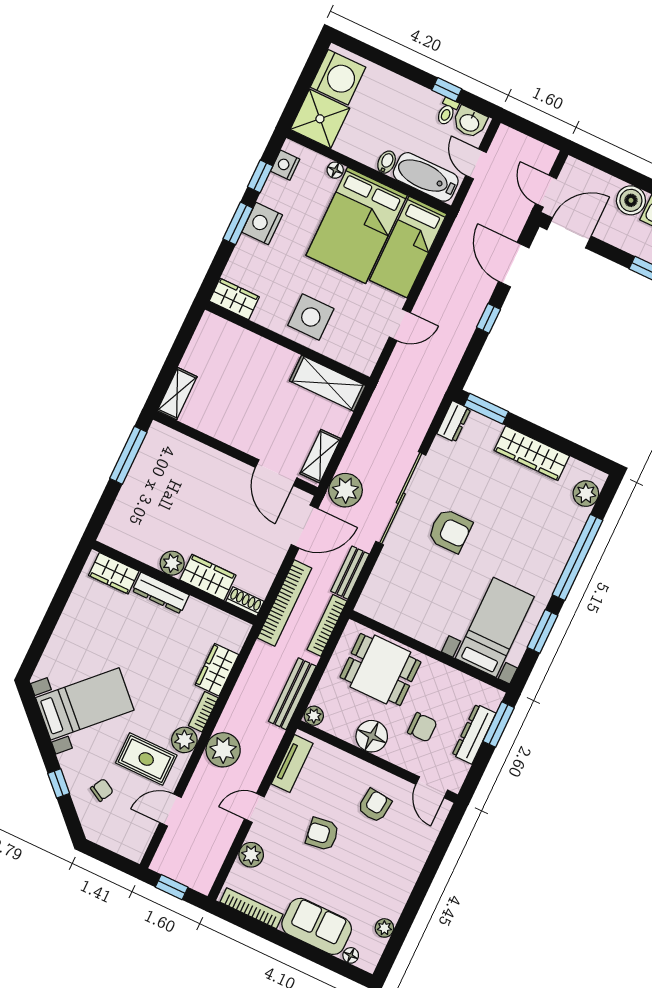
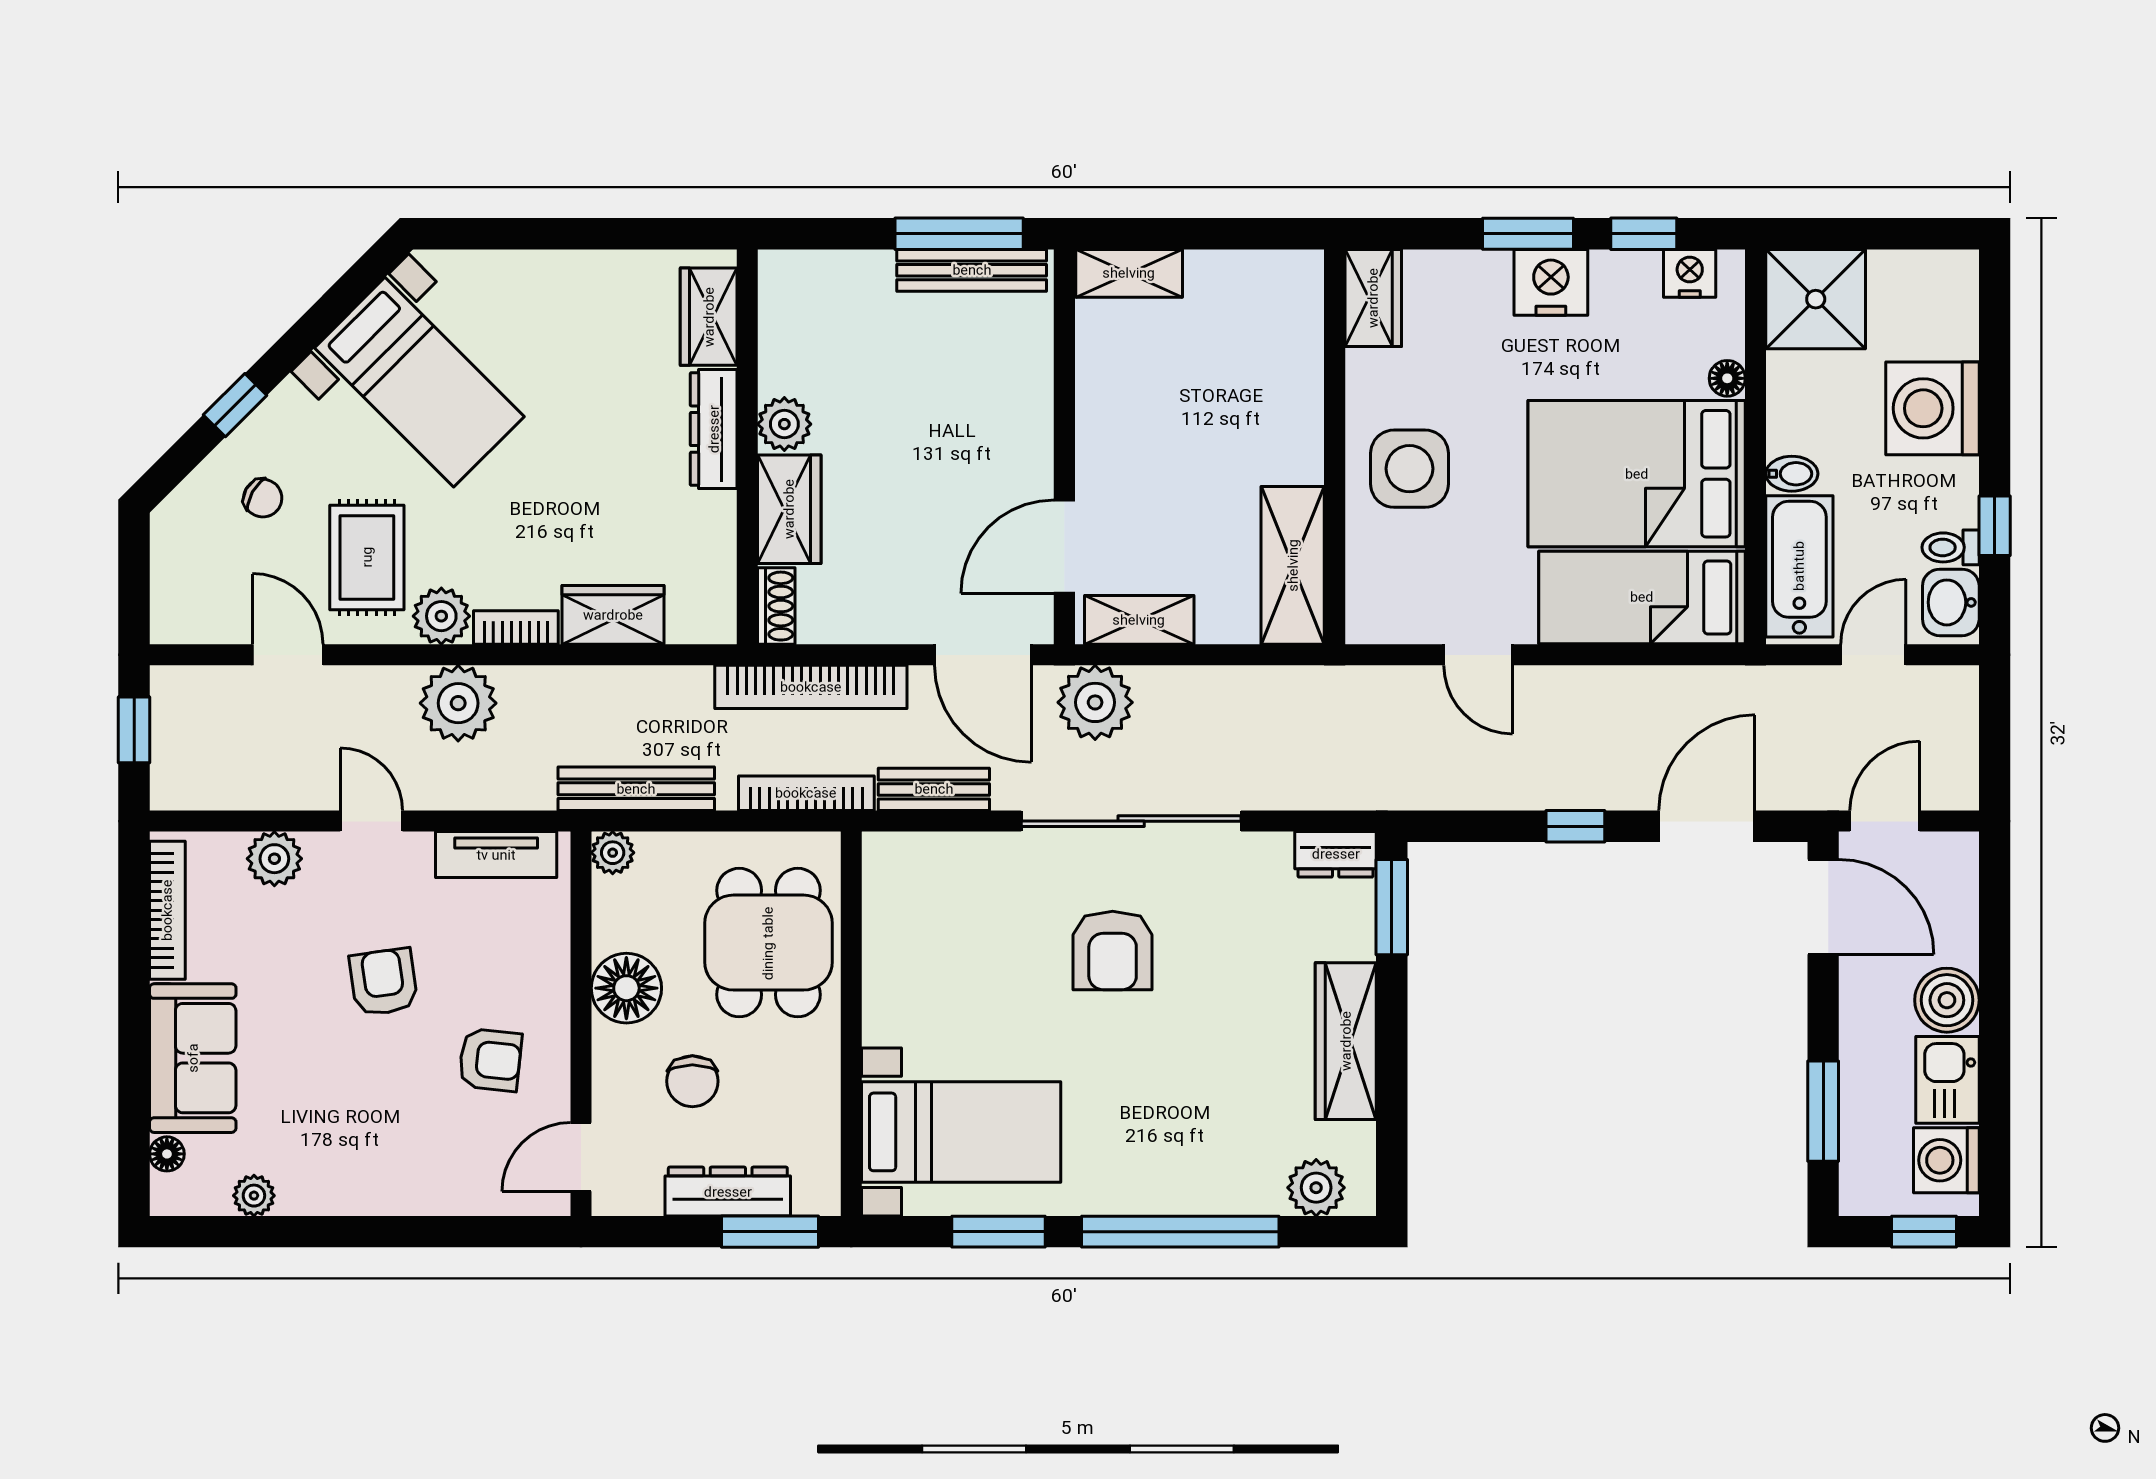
washing machine: (338, 77) -> (1932, 408), moved, turned 90
bench: (146, 457) -> (972, 270), added

